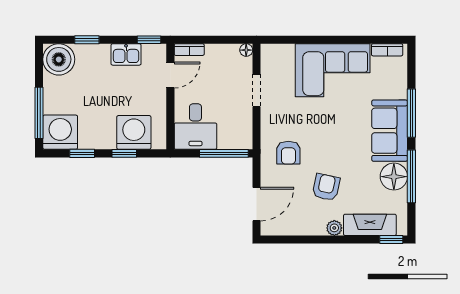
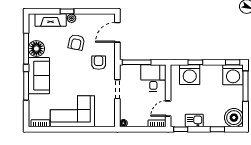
doorway: (257, 90) -> (117, 89), moved
window: (82, 153) -> (233, 62), moved
window: (391, 240) -> (67, 11), moved

